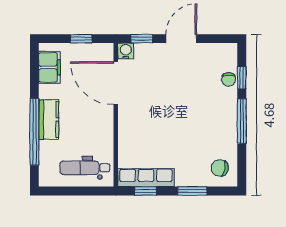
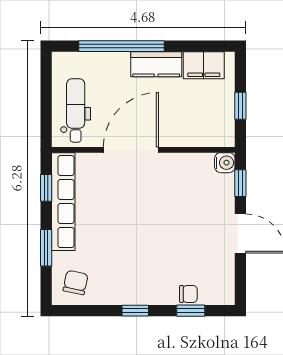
chair: (229, 79) -> (188, 294), turned 180
door: (116, 83) -> (131, 150), moved
kitchen counter: (49, 119) -> (156, 64), moved
window: (242, 121) -> (135, 311), width x0.46
row of seats: (146, 178) -> (63, 202), width x1.36

